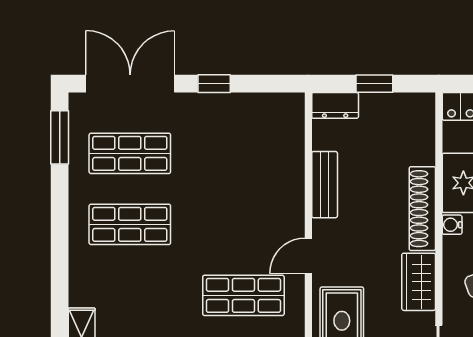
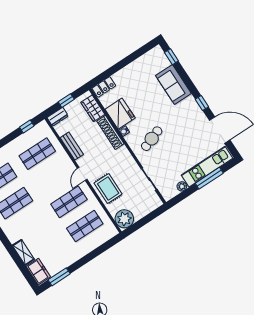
window: (214, 84) -> (27, 126), moved
shop shelf: (243, 153) -> (37, 154), added
wardrobe: (419, 282) -> (93, 108), moved

